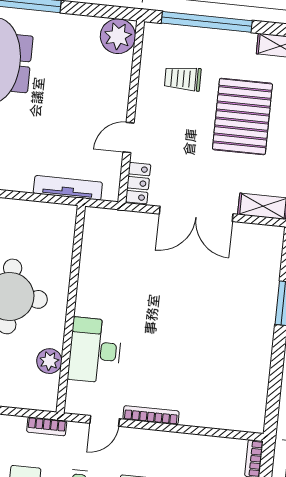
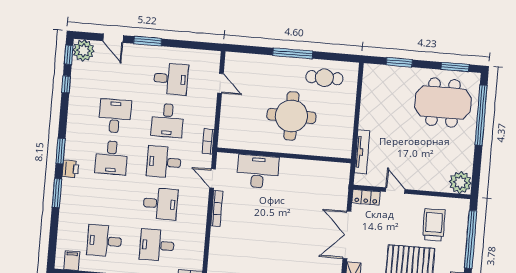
trolley: (183, 79) -> (434, 225), width x1.36, depth x1.39
plant: (49, 361) -> (250, 142), removed

